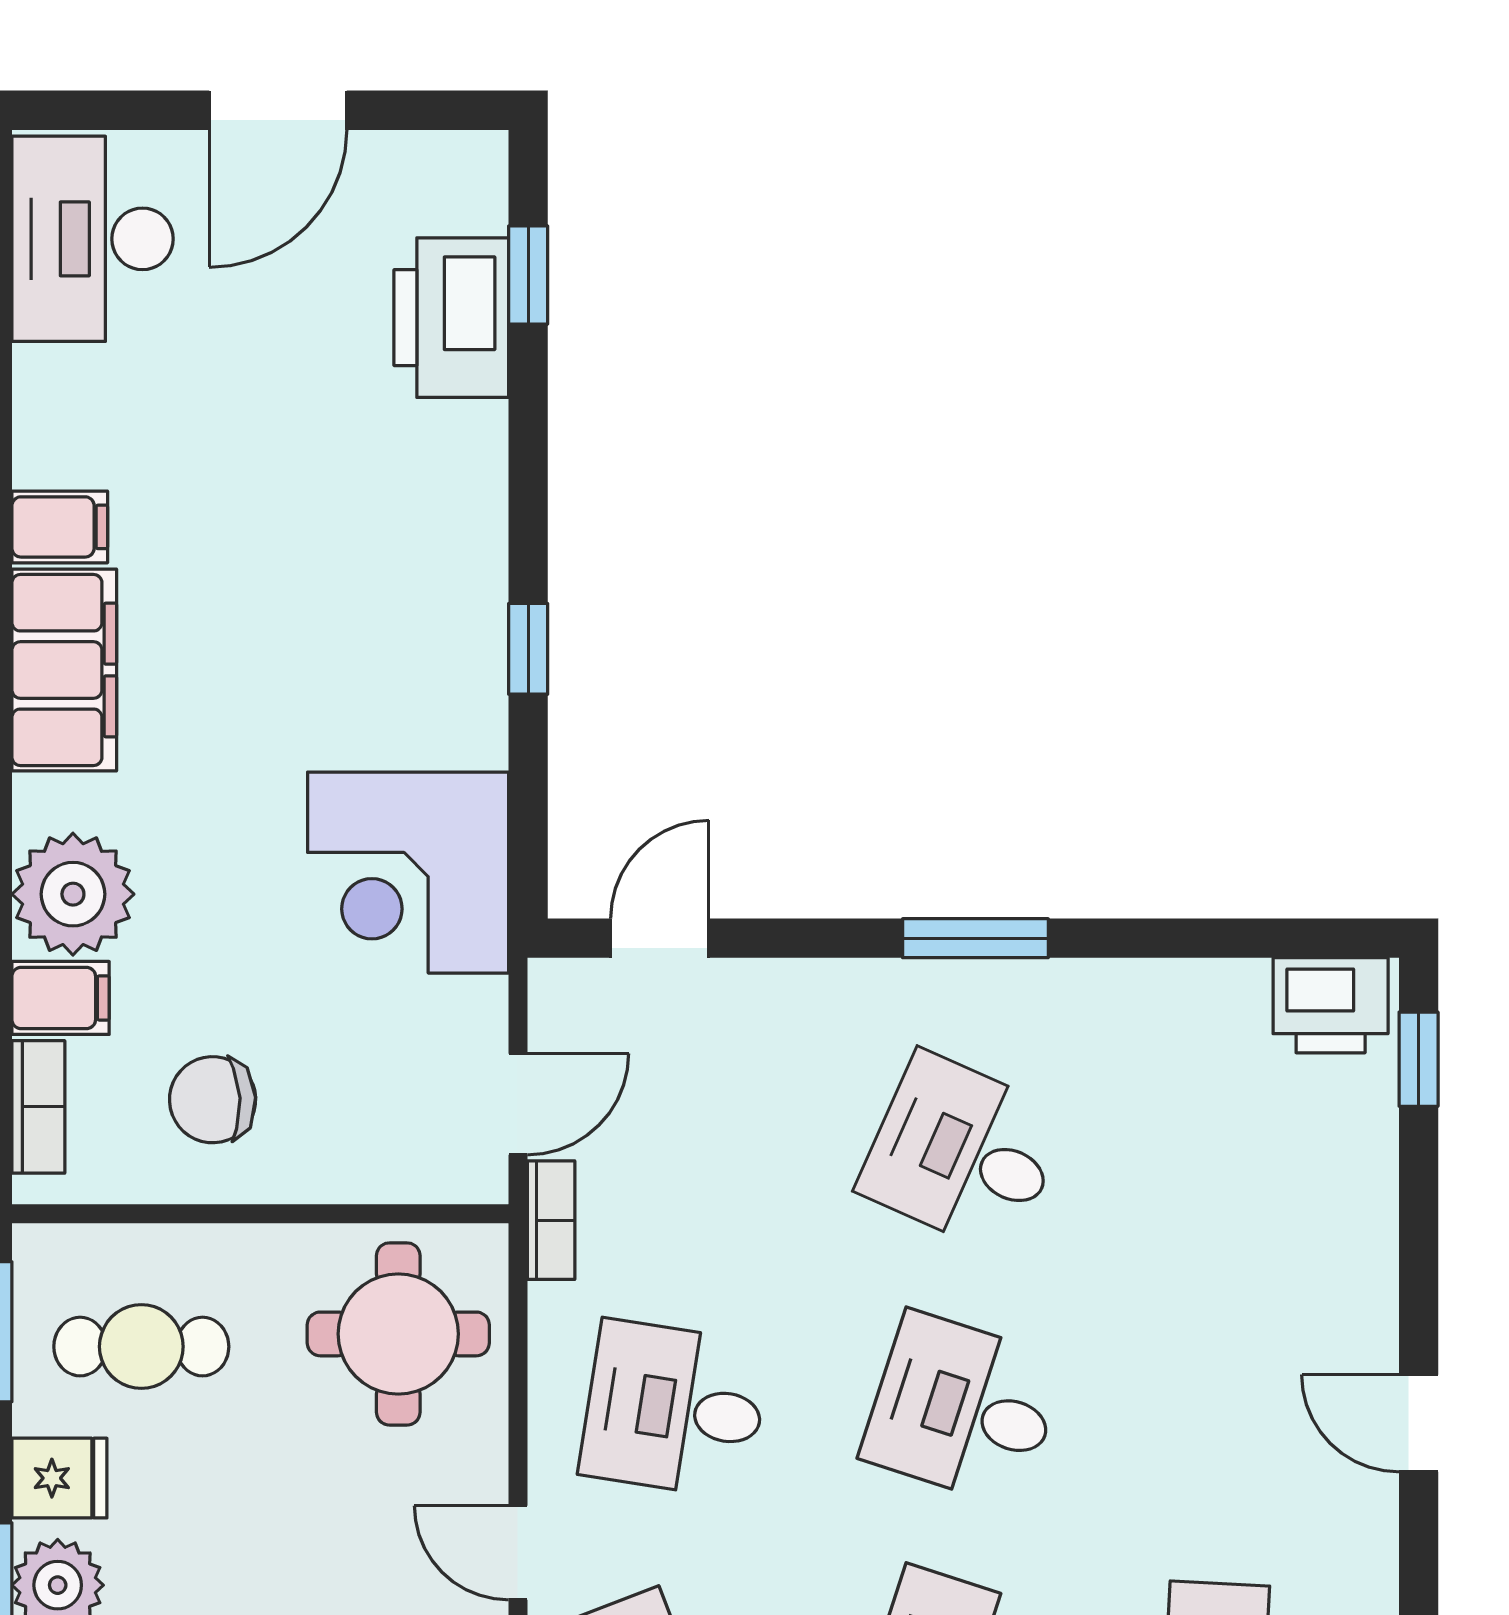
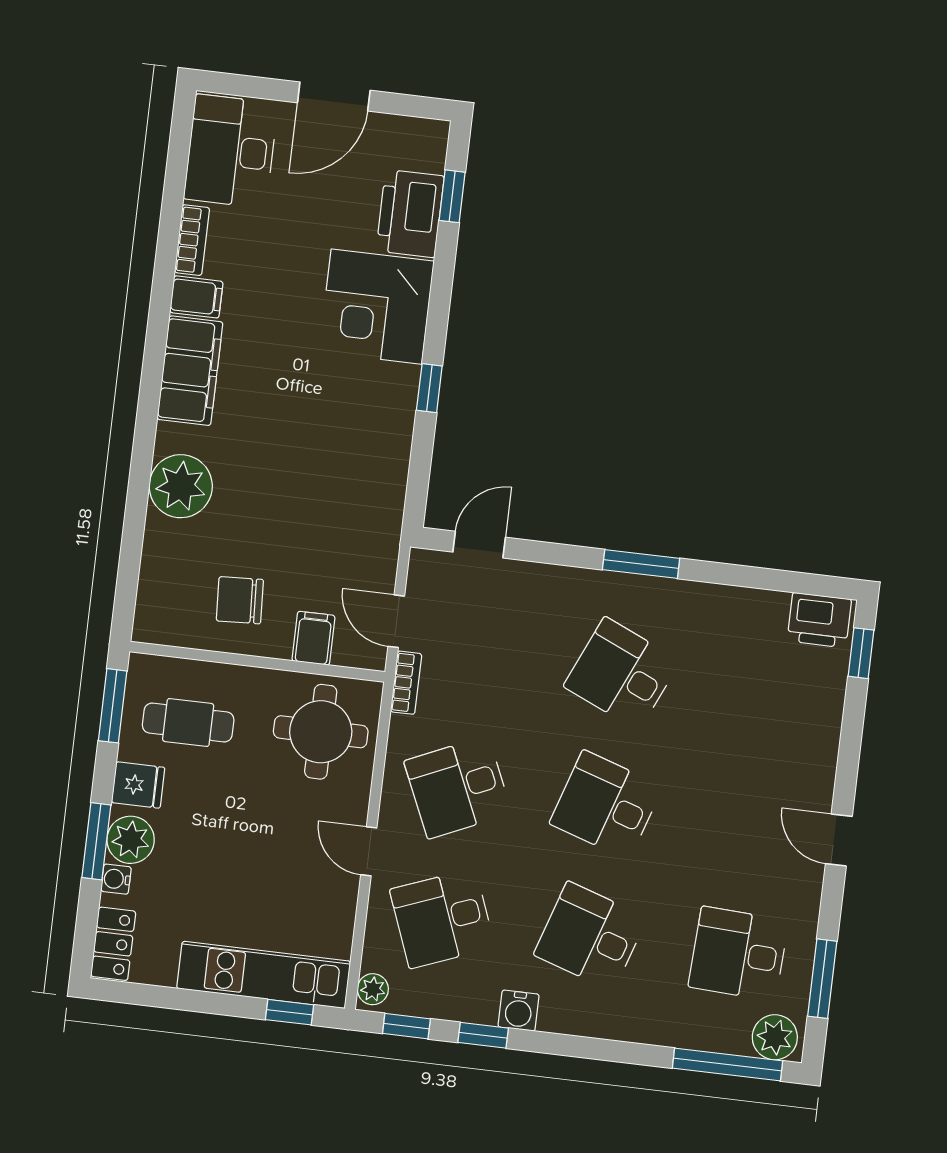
corner desk: (408, 873) -> (377, 307), moved
filing cabinet: (61, 998) -> (313, 638), moved, turned -90
door: (518, 1104) -> (396, 621), swing flipped
bookcase: (38, 1107) -> (192, 240), moved
desk: (675, 1409) -> (458, 787), turned -33

